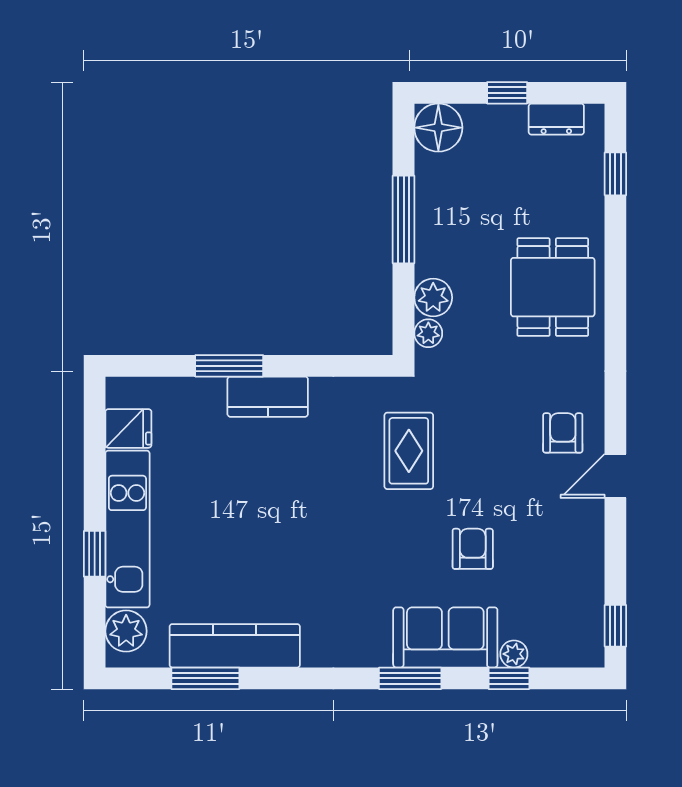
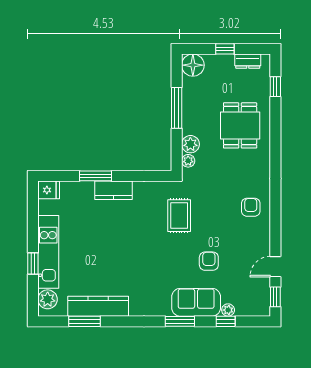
dining table: (553, 287) -> (240, 125), moved
fridge: (128, 428) -> (49, 190), moved
door: (615, 476) -> (275, 267), moved

